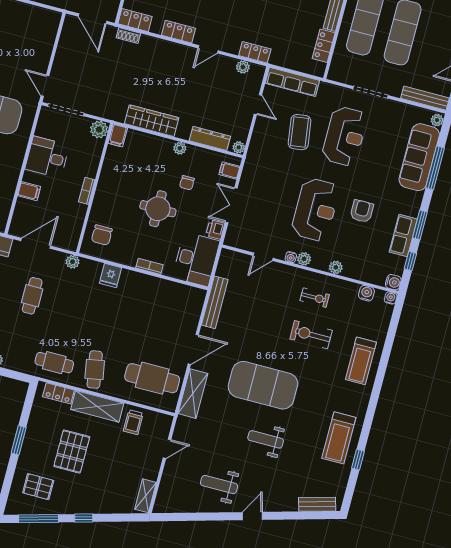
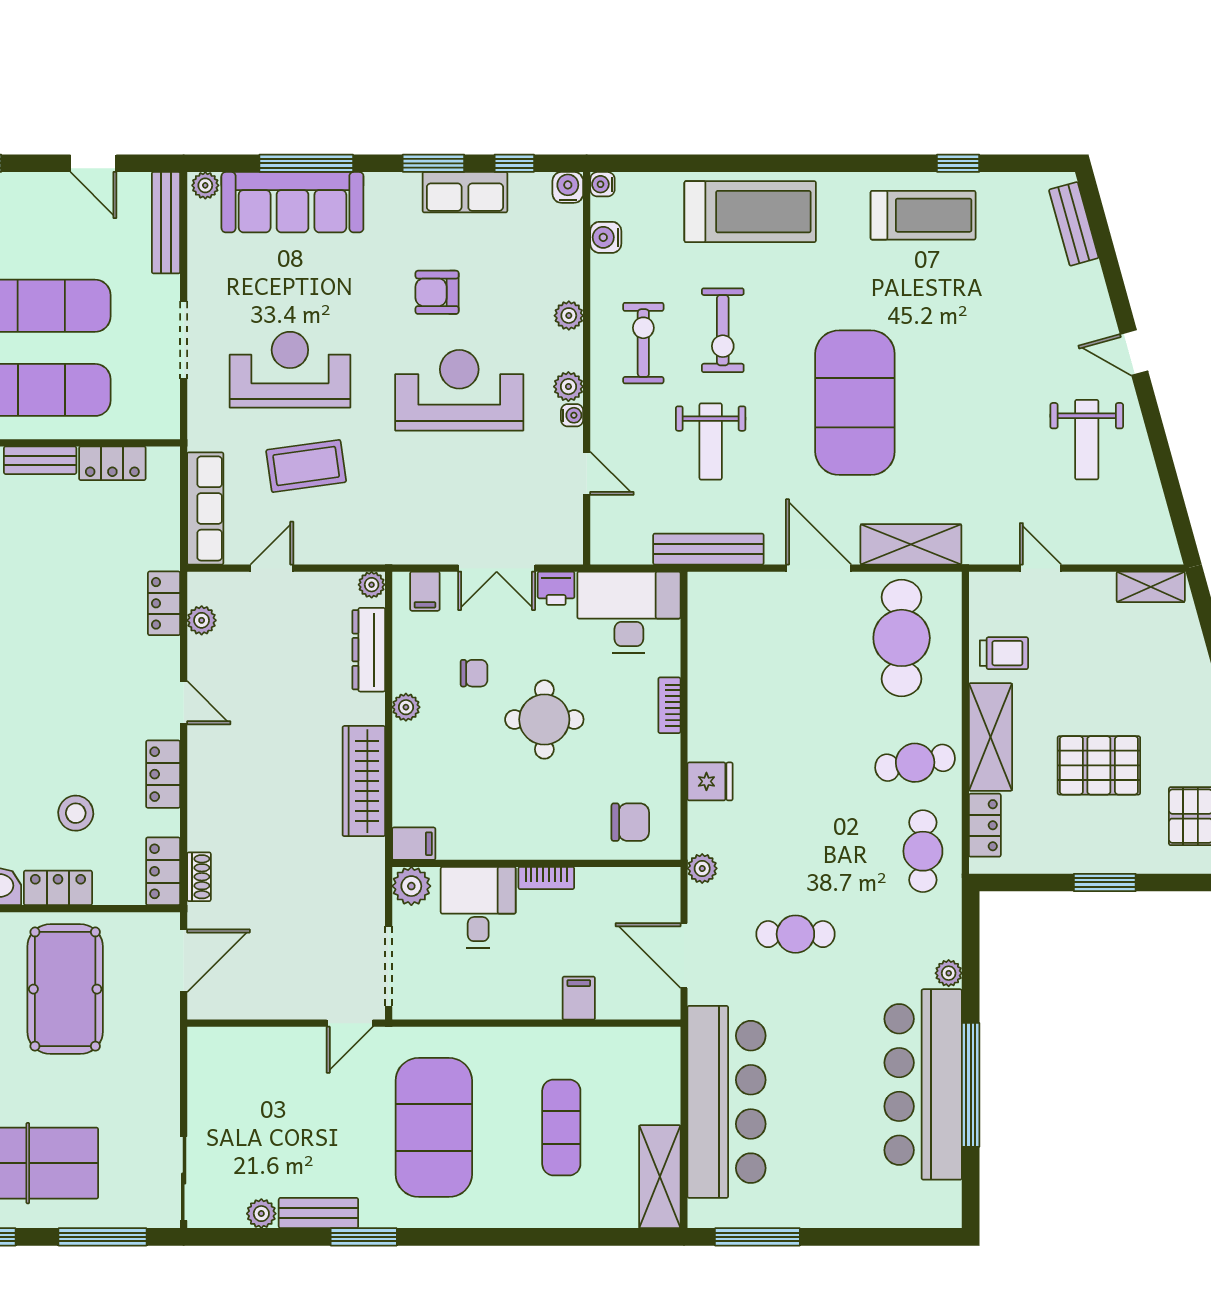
desk: (47, 157) -> (478, 907), moved, turned 180
exercise bike: (315, 298) -> (643, 343), width x1.38, depth x1.39
treadmill: (361, 361) -> (750, 212), width x1.37, depth x1.38
weight bench: (266, 439) -> (711, 441), moved

